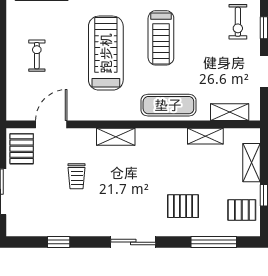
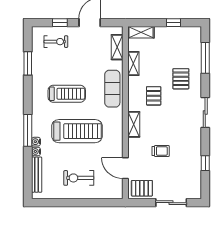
treadmill: (106, 53) -> (77, 131), turned 180
exercise bike: (37, 56) -> (79, 178), width x1.38, depth x1.39
shelving: (251, 163) -> (141, 32), moved
pallet: (242, 210) -> (154, 96), moved

